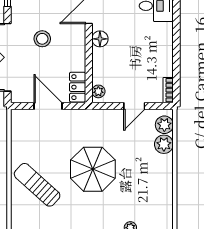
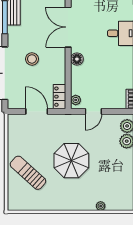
door: (134, 106) -> (93, 111), moved

